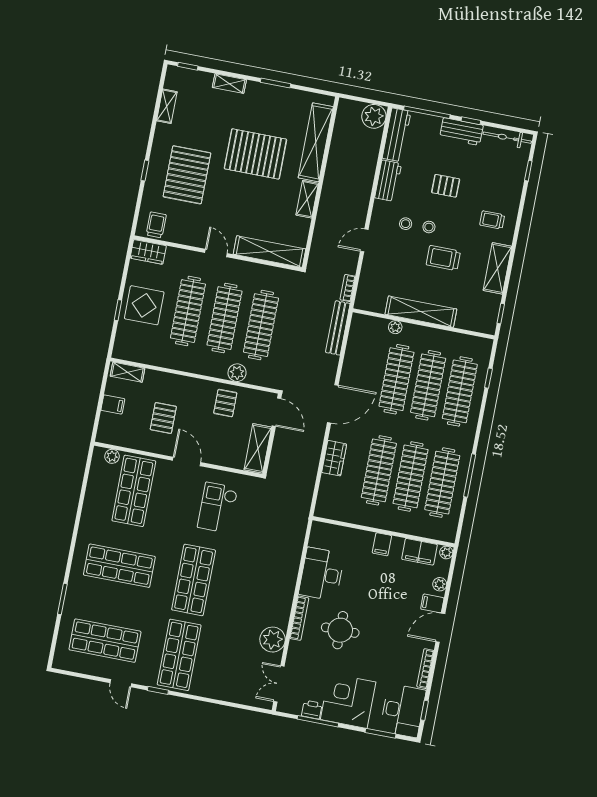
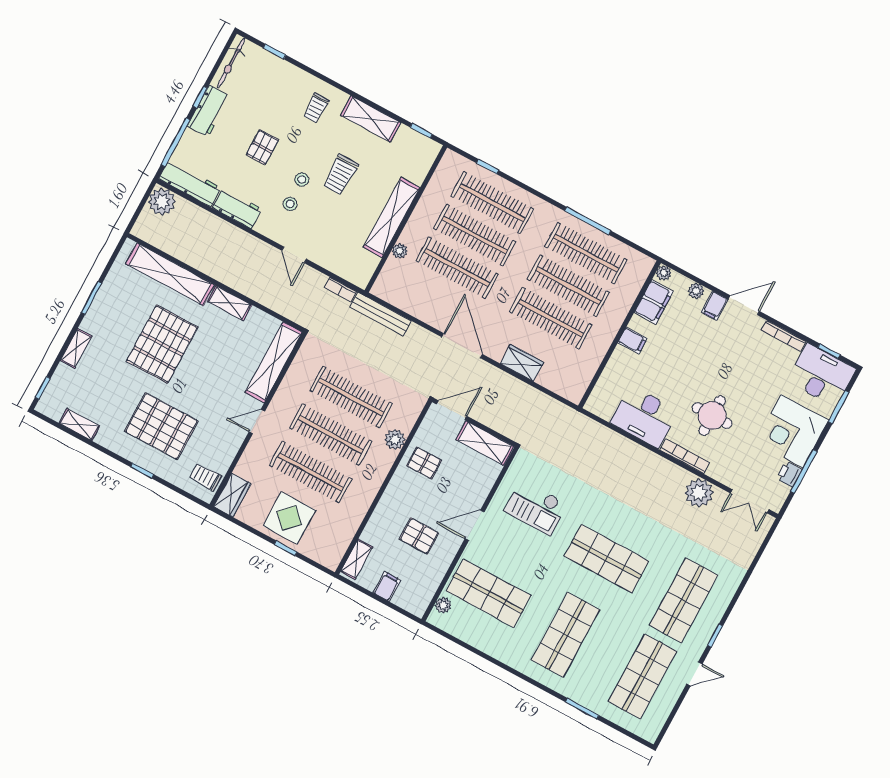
door: (440, 628) -> (744, 305), swing flipped
shop shelf: (179, 655) -> (684, 600), turned 90

